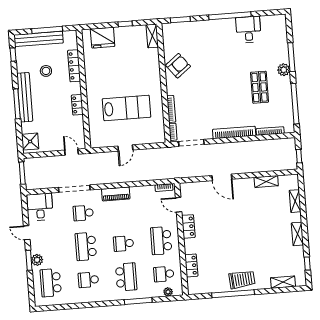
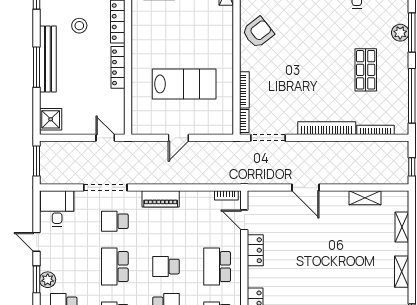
plant: (284, 70) -> (400, 33), moved
locker: (77, 105) -> (118, 67), width x1.53

